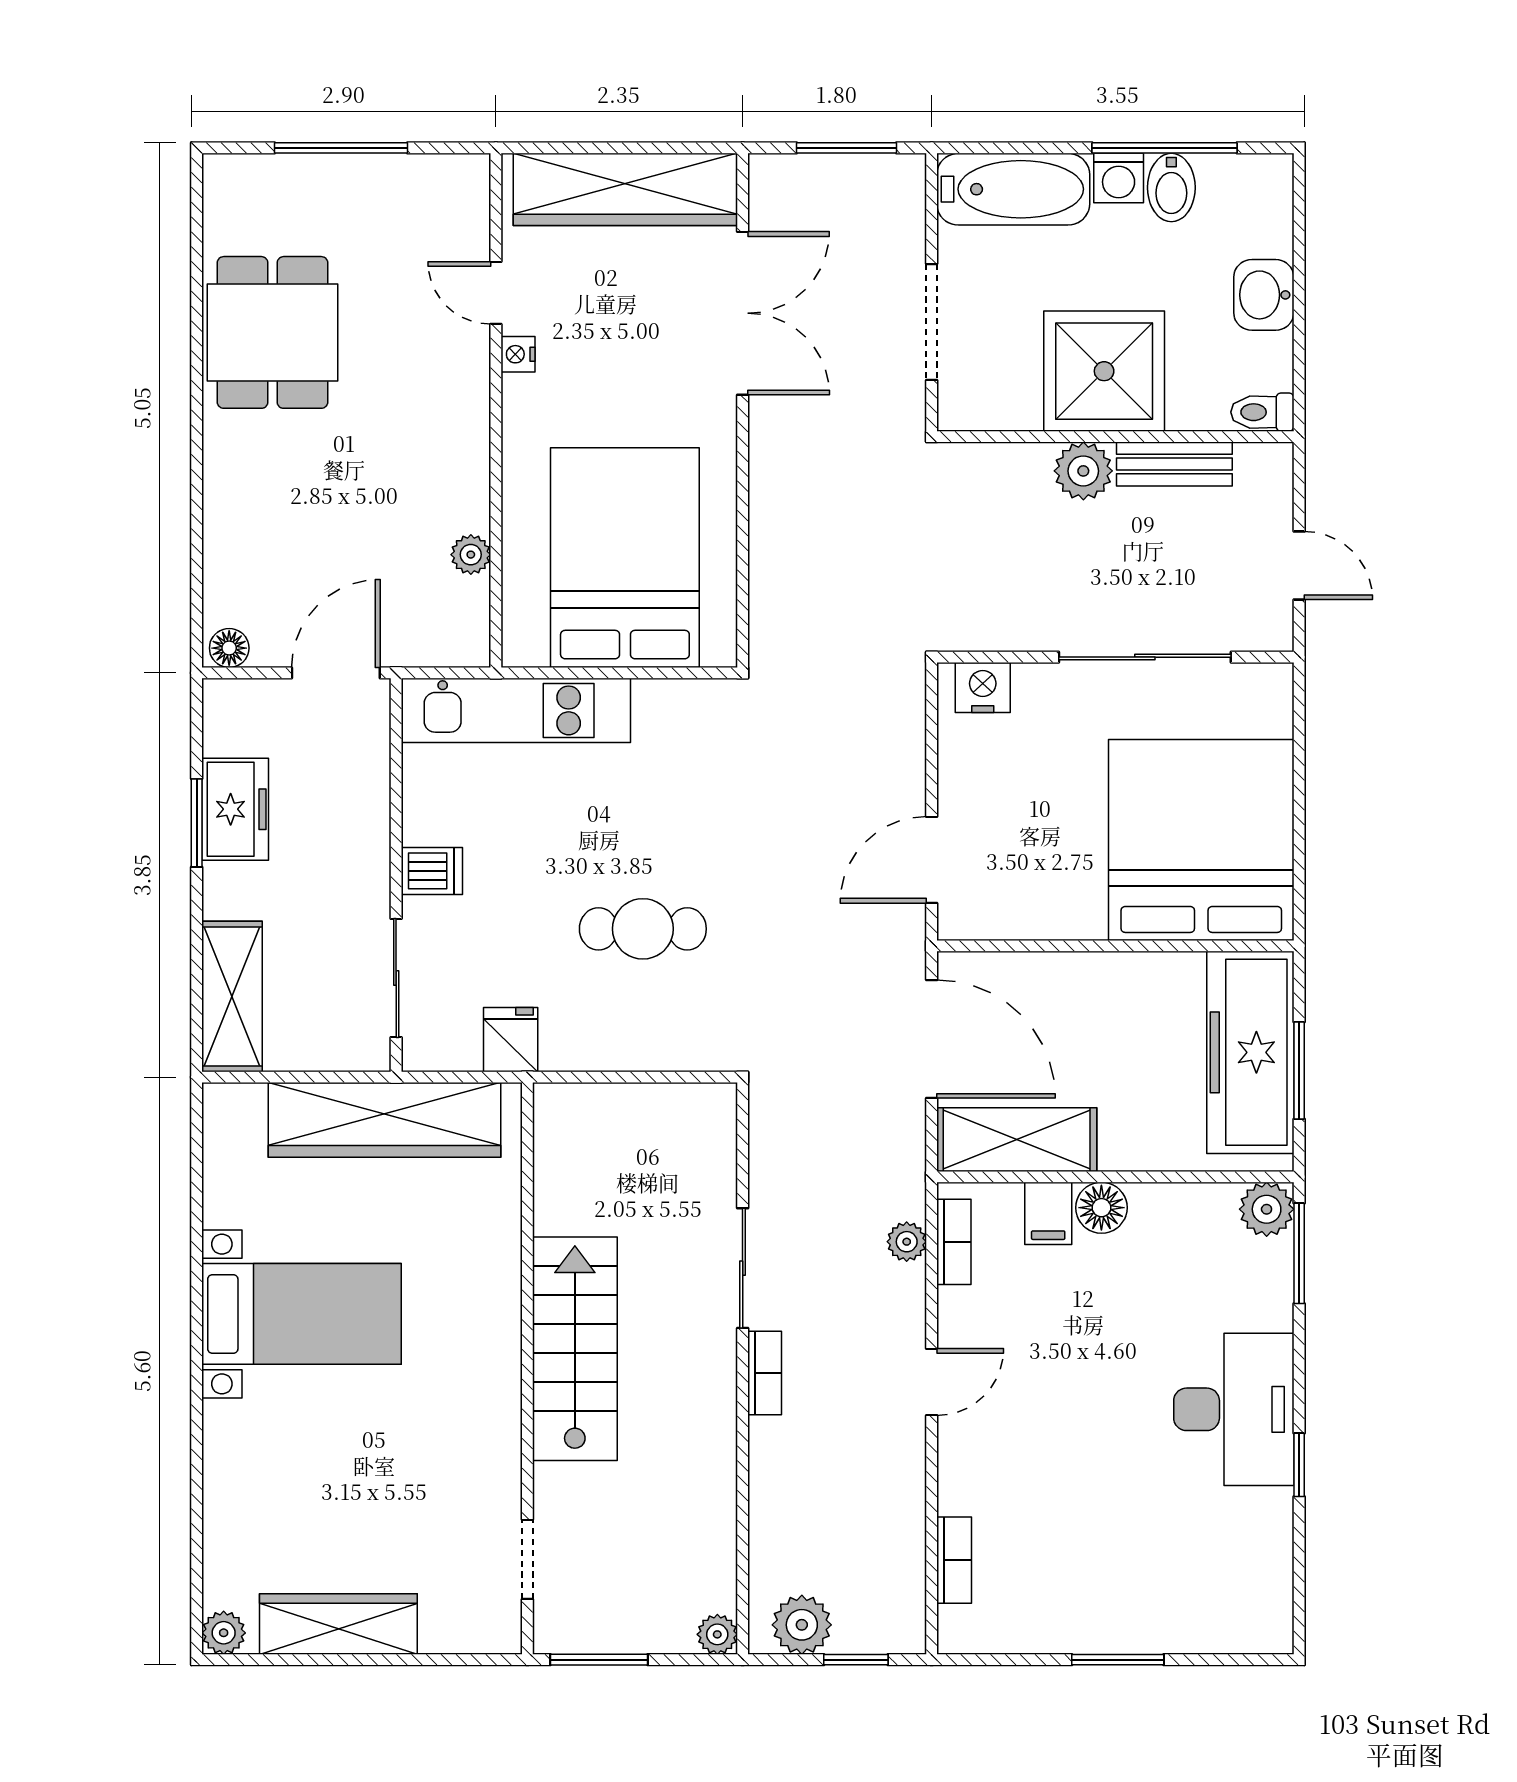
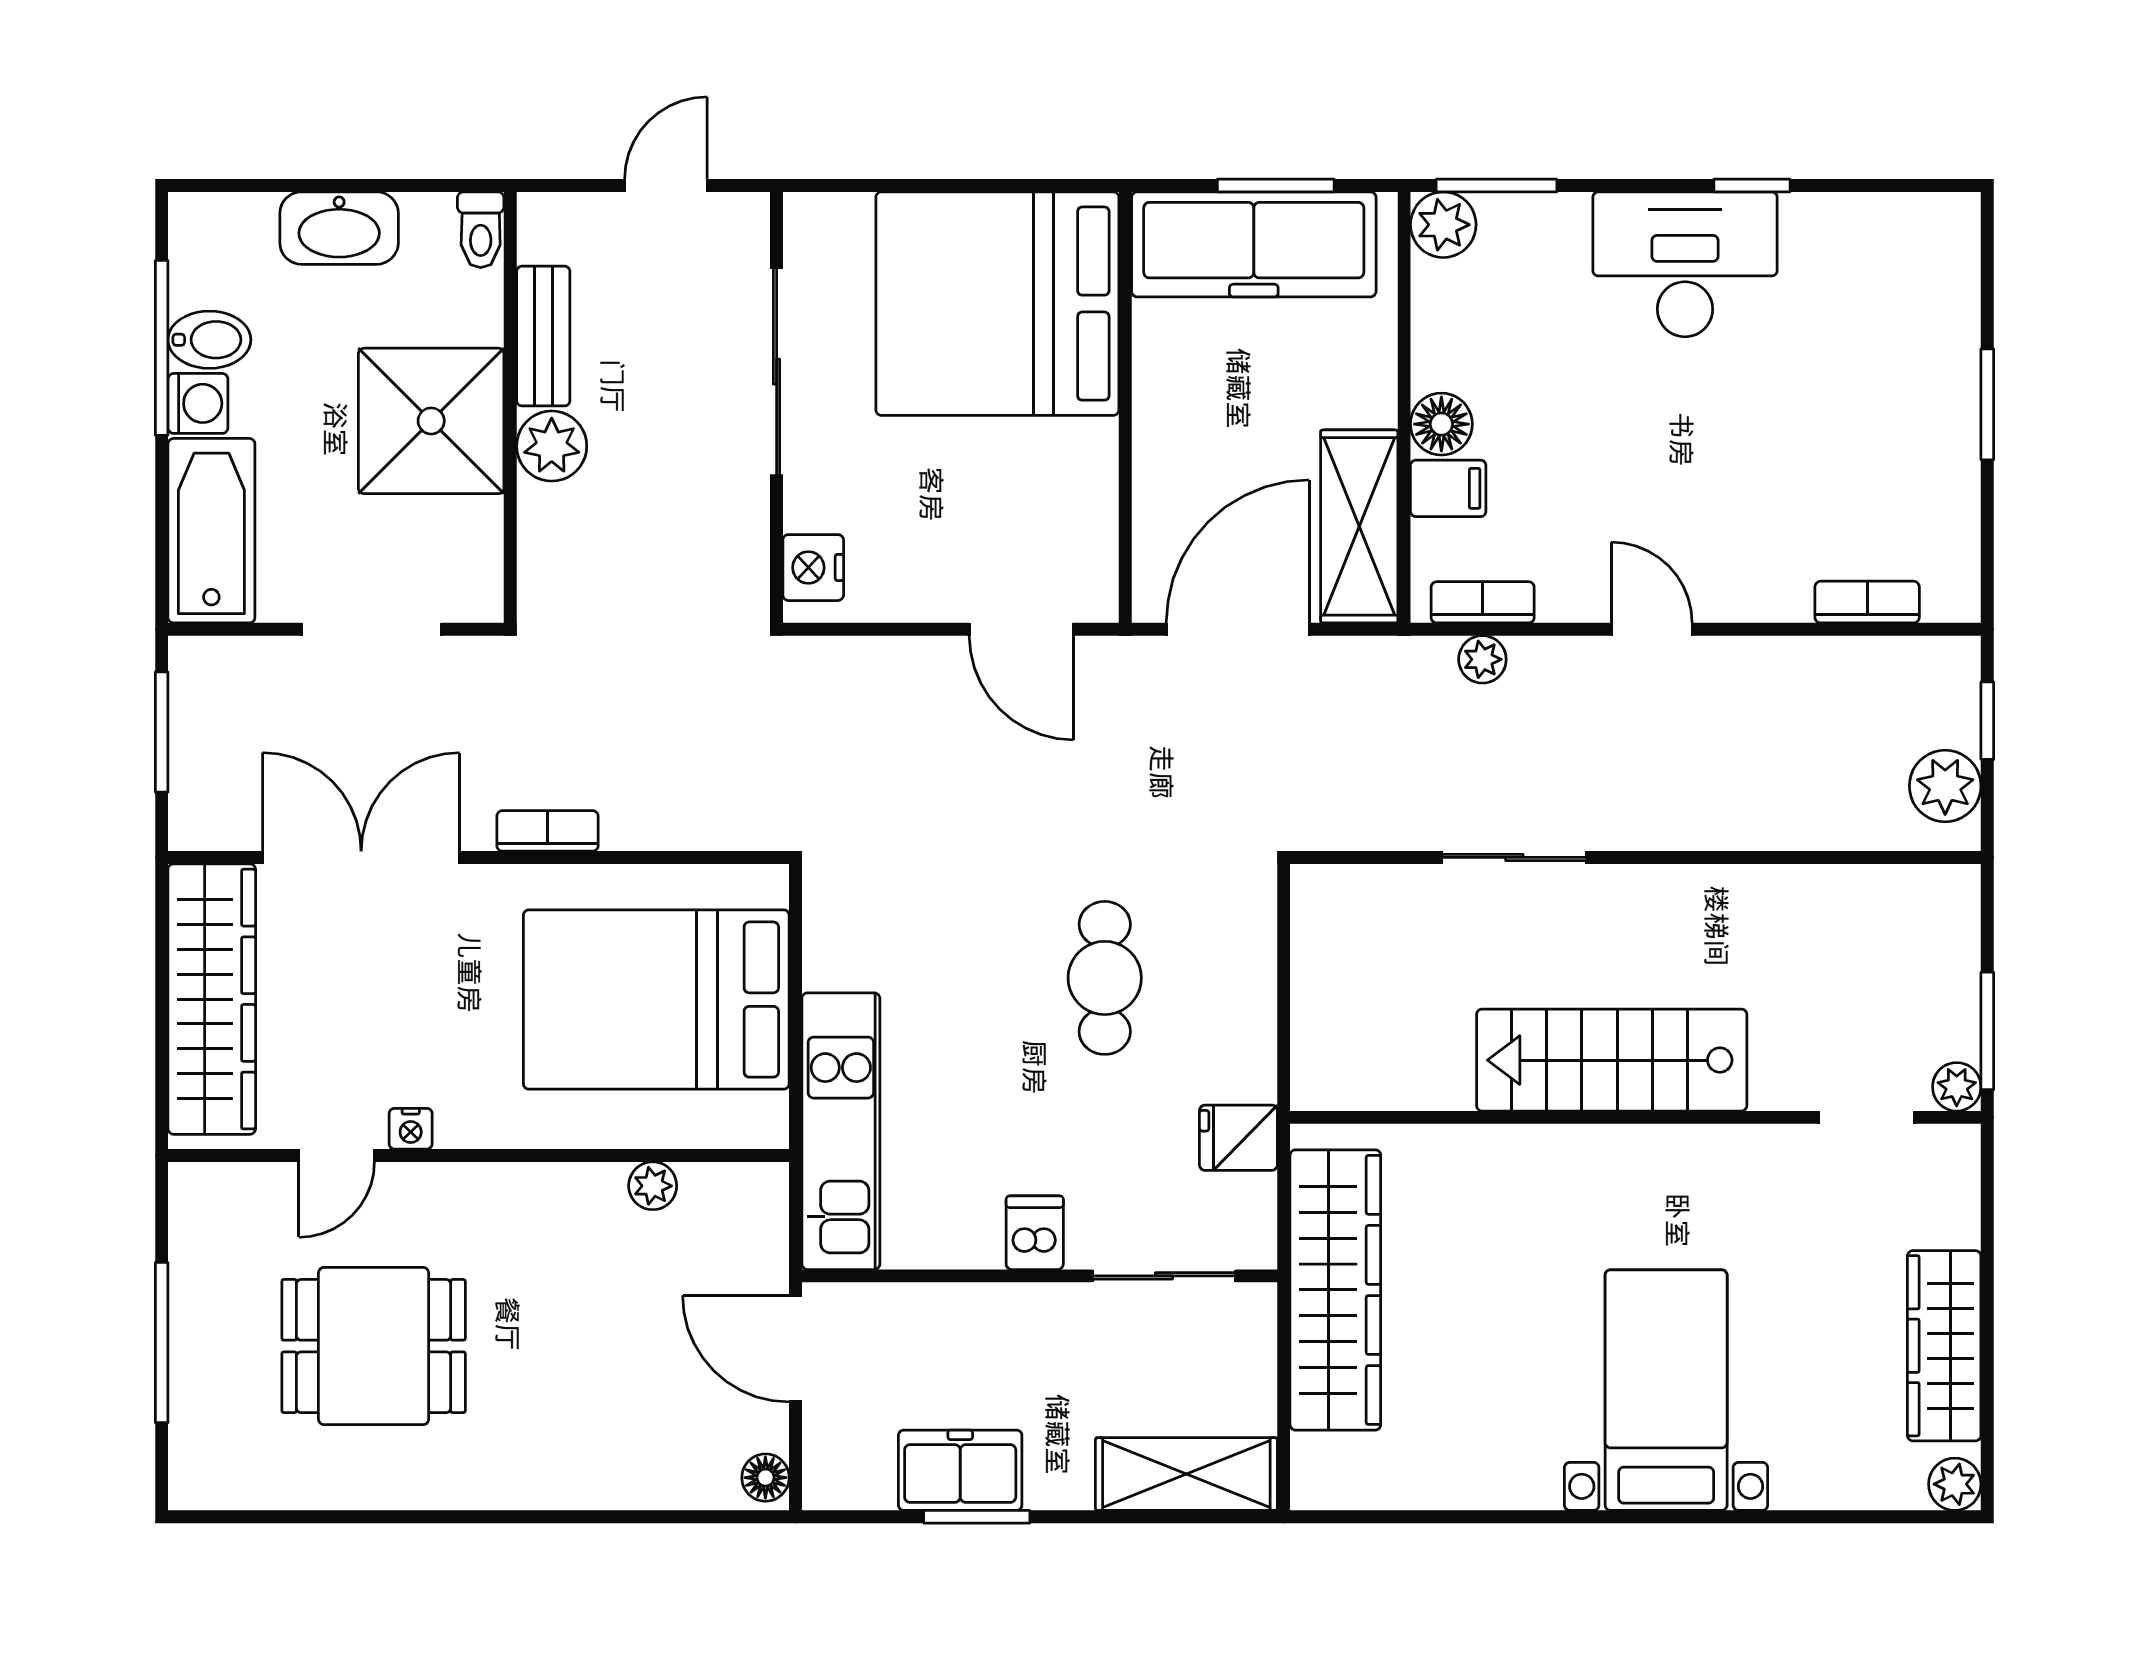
washbasin: (1264, 295) -> (339, 228), width x1.38
dining table: (272, 332) -> (374, 1346), moved
bed with nightstands: (302, 1314) -> (1666, 1390), moved
bookcase: (765, 1373) -> (548, 831), moved
plant: (717, 1634) -> (1957, 1087), moved

